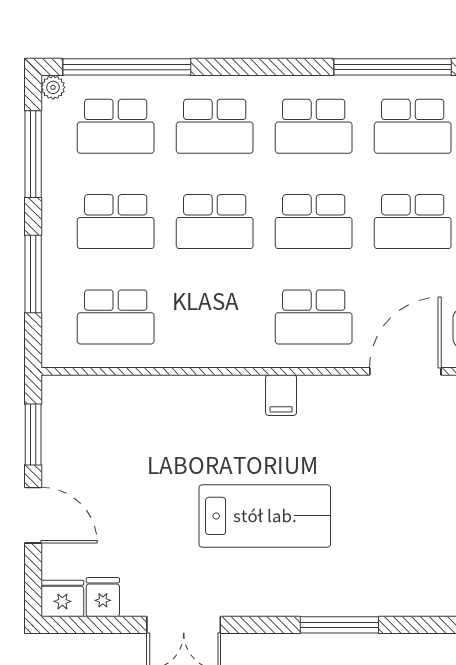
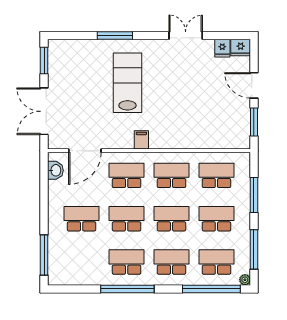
window: (393, 67) -> (127, 289), moved
school desk: (413, 126) -> (171, 175), moved
lab bench: (265, 516) -> (127, 83), moved, turned 90

